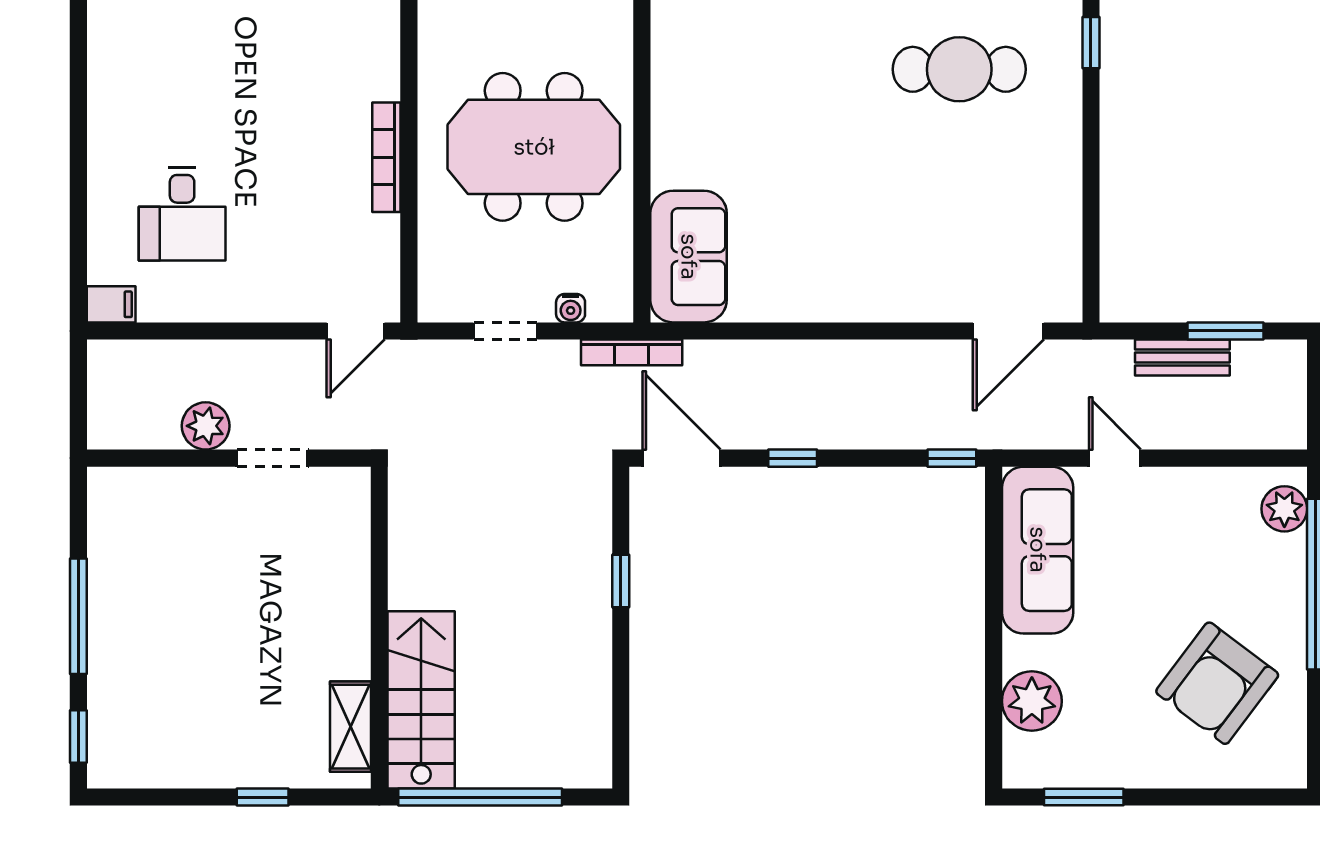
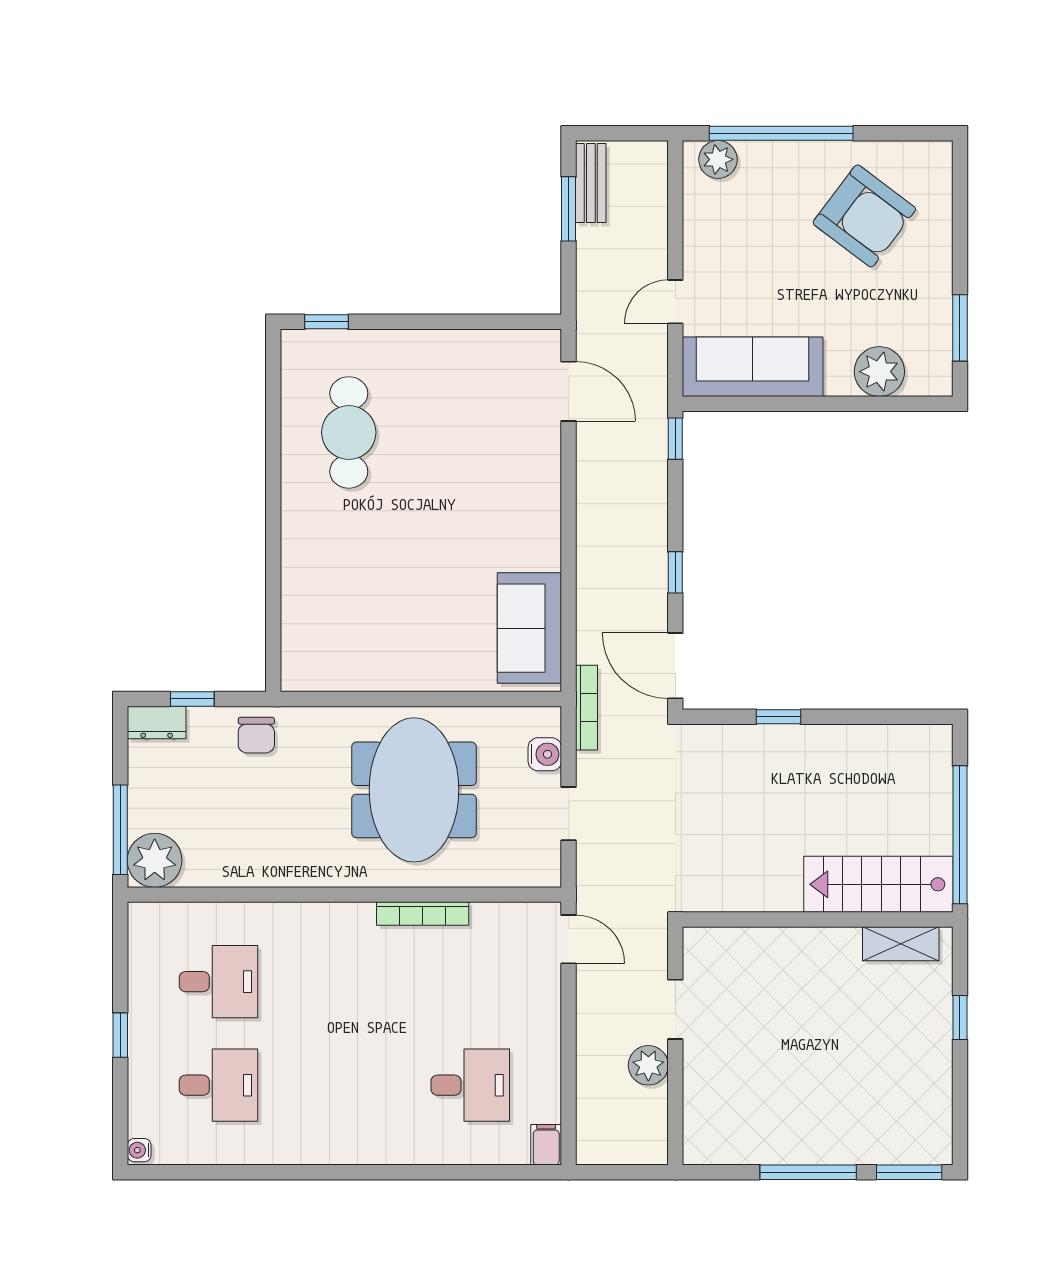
sofa: (689, 257) -> (529, 628), moved, turned -90
water cooler: (571, 308) -> (545, 754), width x1.38, depth x1.38
bench: (1182, 357) -> (591, 183), moved
door: (681, 458) -> (675, 666), hinge flipped
window: (78, 736) -> (909, 1172), width x1.50

